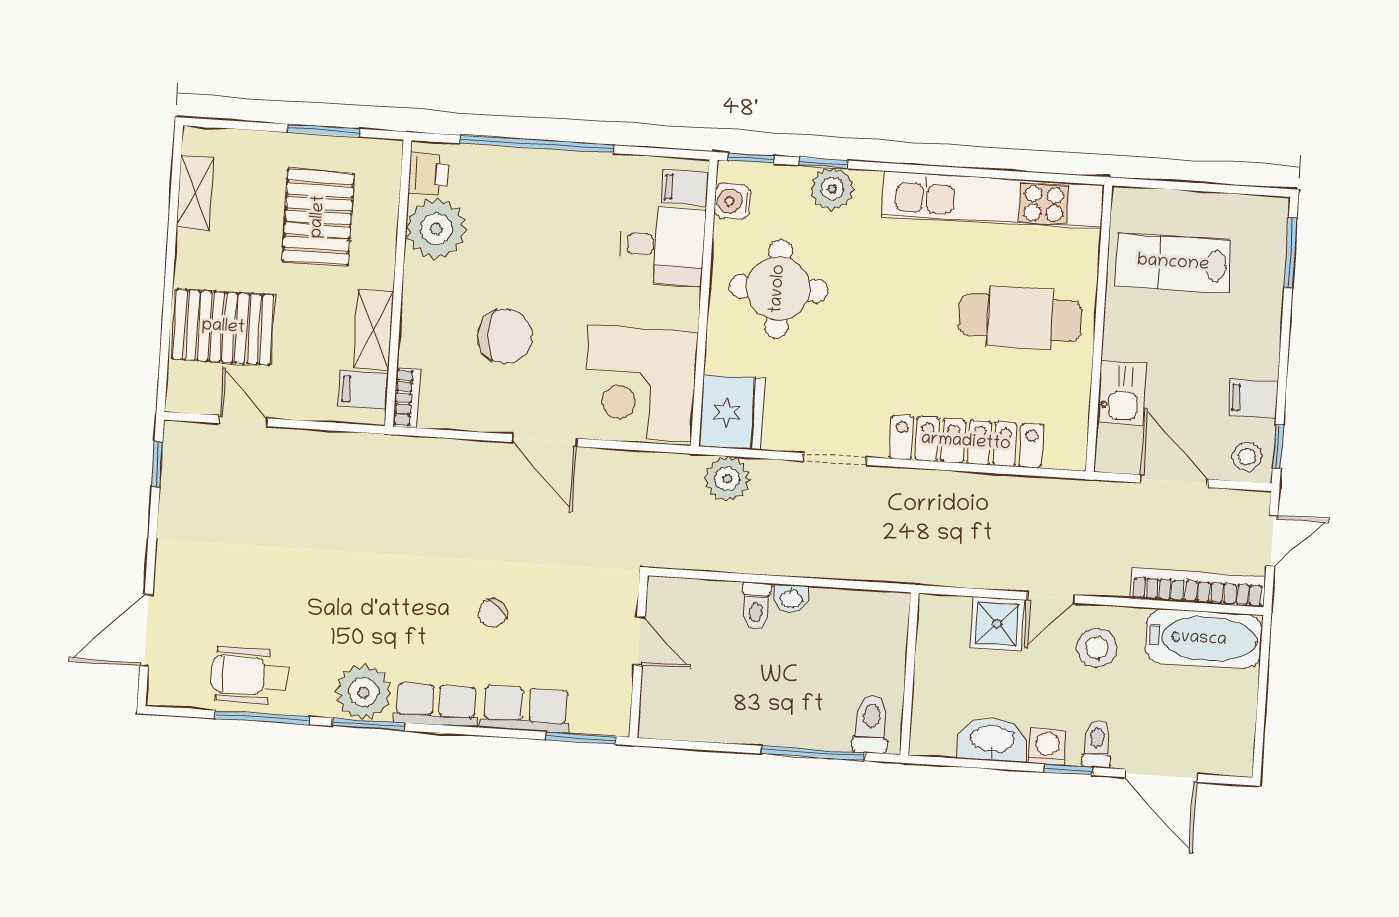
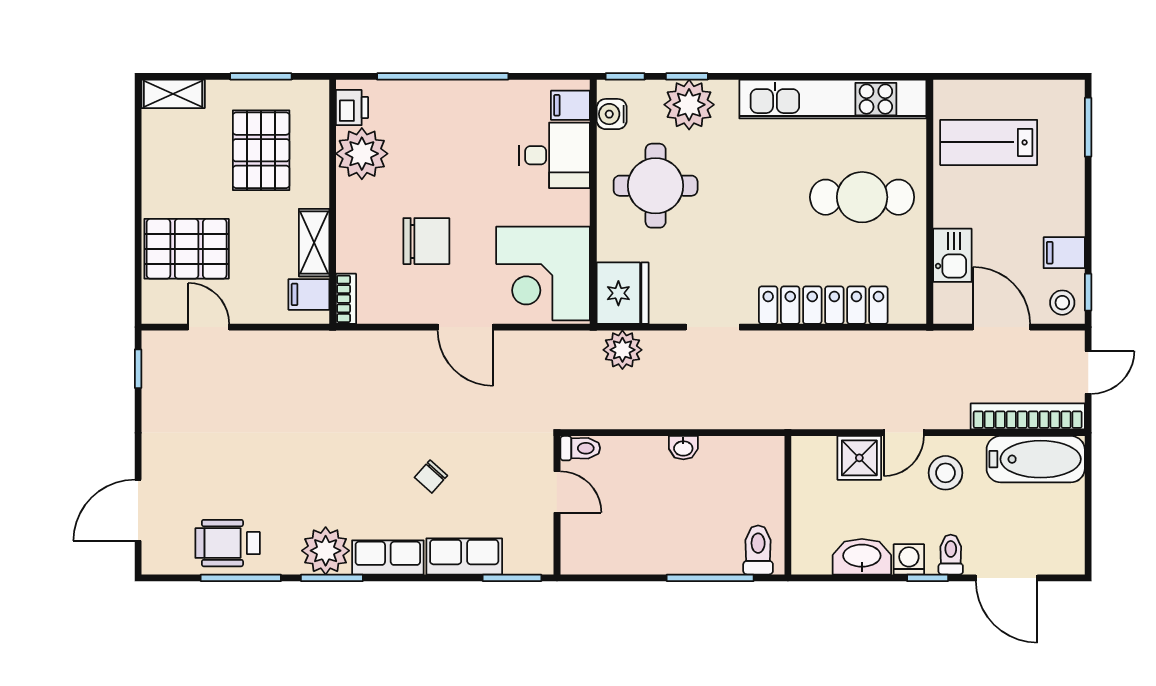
plant: (832, 189) -> (689, 105), width x1.36, depth x1.36
shelving: (195, 193) -> (173, 94), moved, turned 90
toilet: (756, 606) -> (580, 448), moved, turned -90

